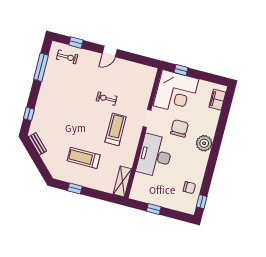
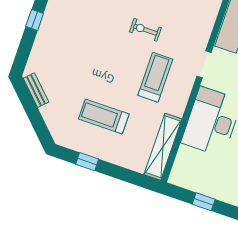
window: (29, 114) -> (35, 20), moved
shelving: (122, 181) -> (163, 147), width x1.47

